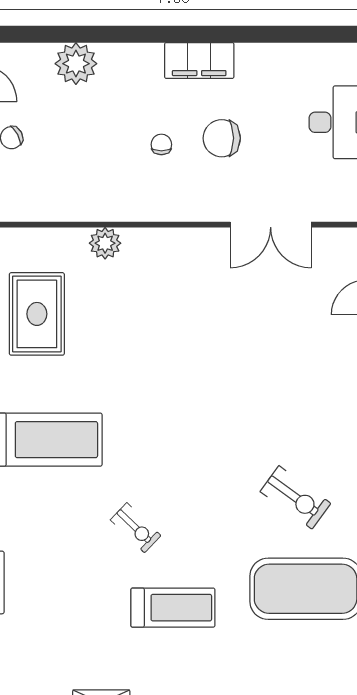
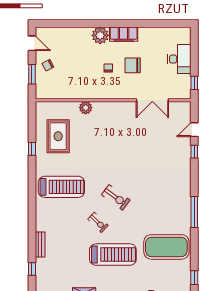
plant: (76, 64) -> (100, 35), moved
exercise bike: (296, 497) -> (116, 197), moved
treadmill: (173, 608) -> (113, 255), width x1.37, depth x1.38

